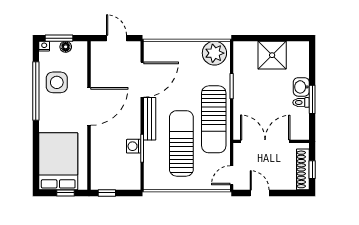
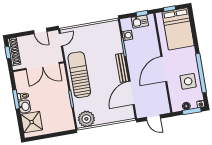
shower: (272, 55) -> (32, 122), moved
sun lounger: (181, 143) -> (98, 55), removed
washing machine: (134, 146) -> (127, 35), moved
kitchen sink: (112, 182) -> (140, 22), added

